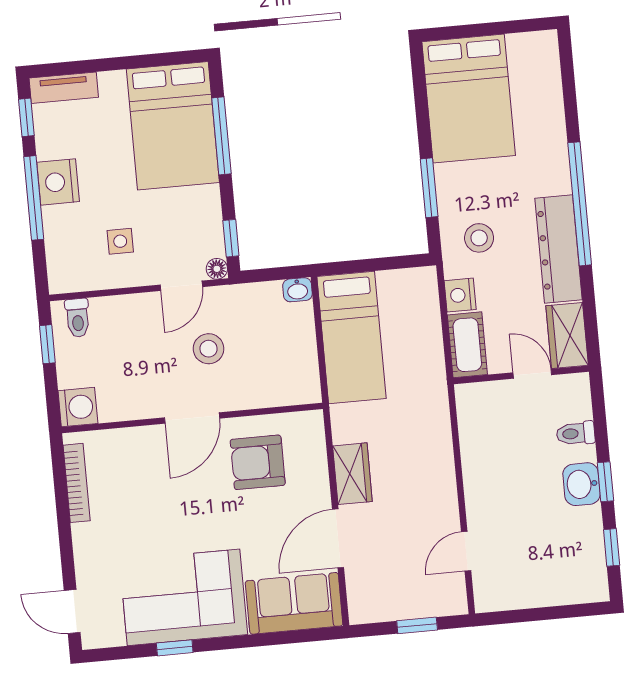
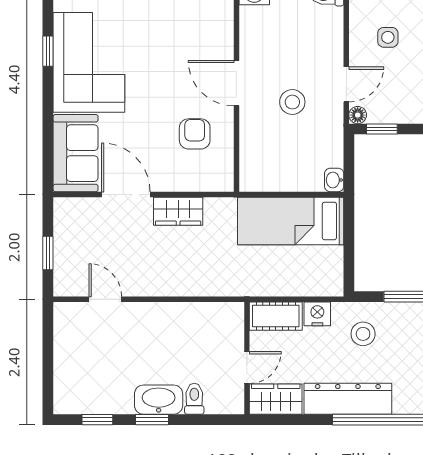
door: (181, 286) -> (346, 84), swing flipped
armchair: (258, 462) -> (195, 134), width x0.72, depth x0.72
washbasin: (582, 484) -> (159, 400), width x1.38

